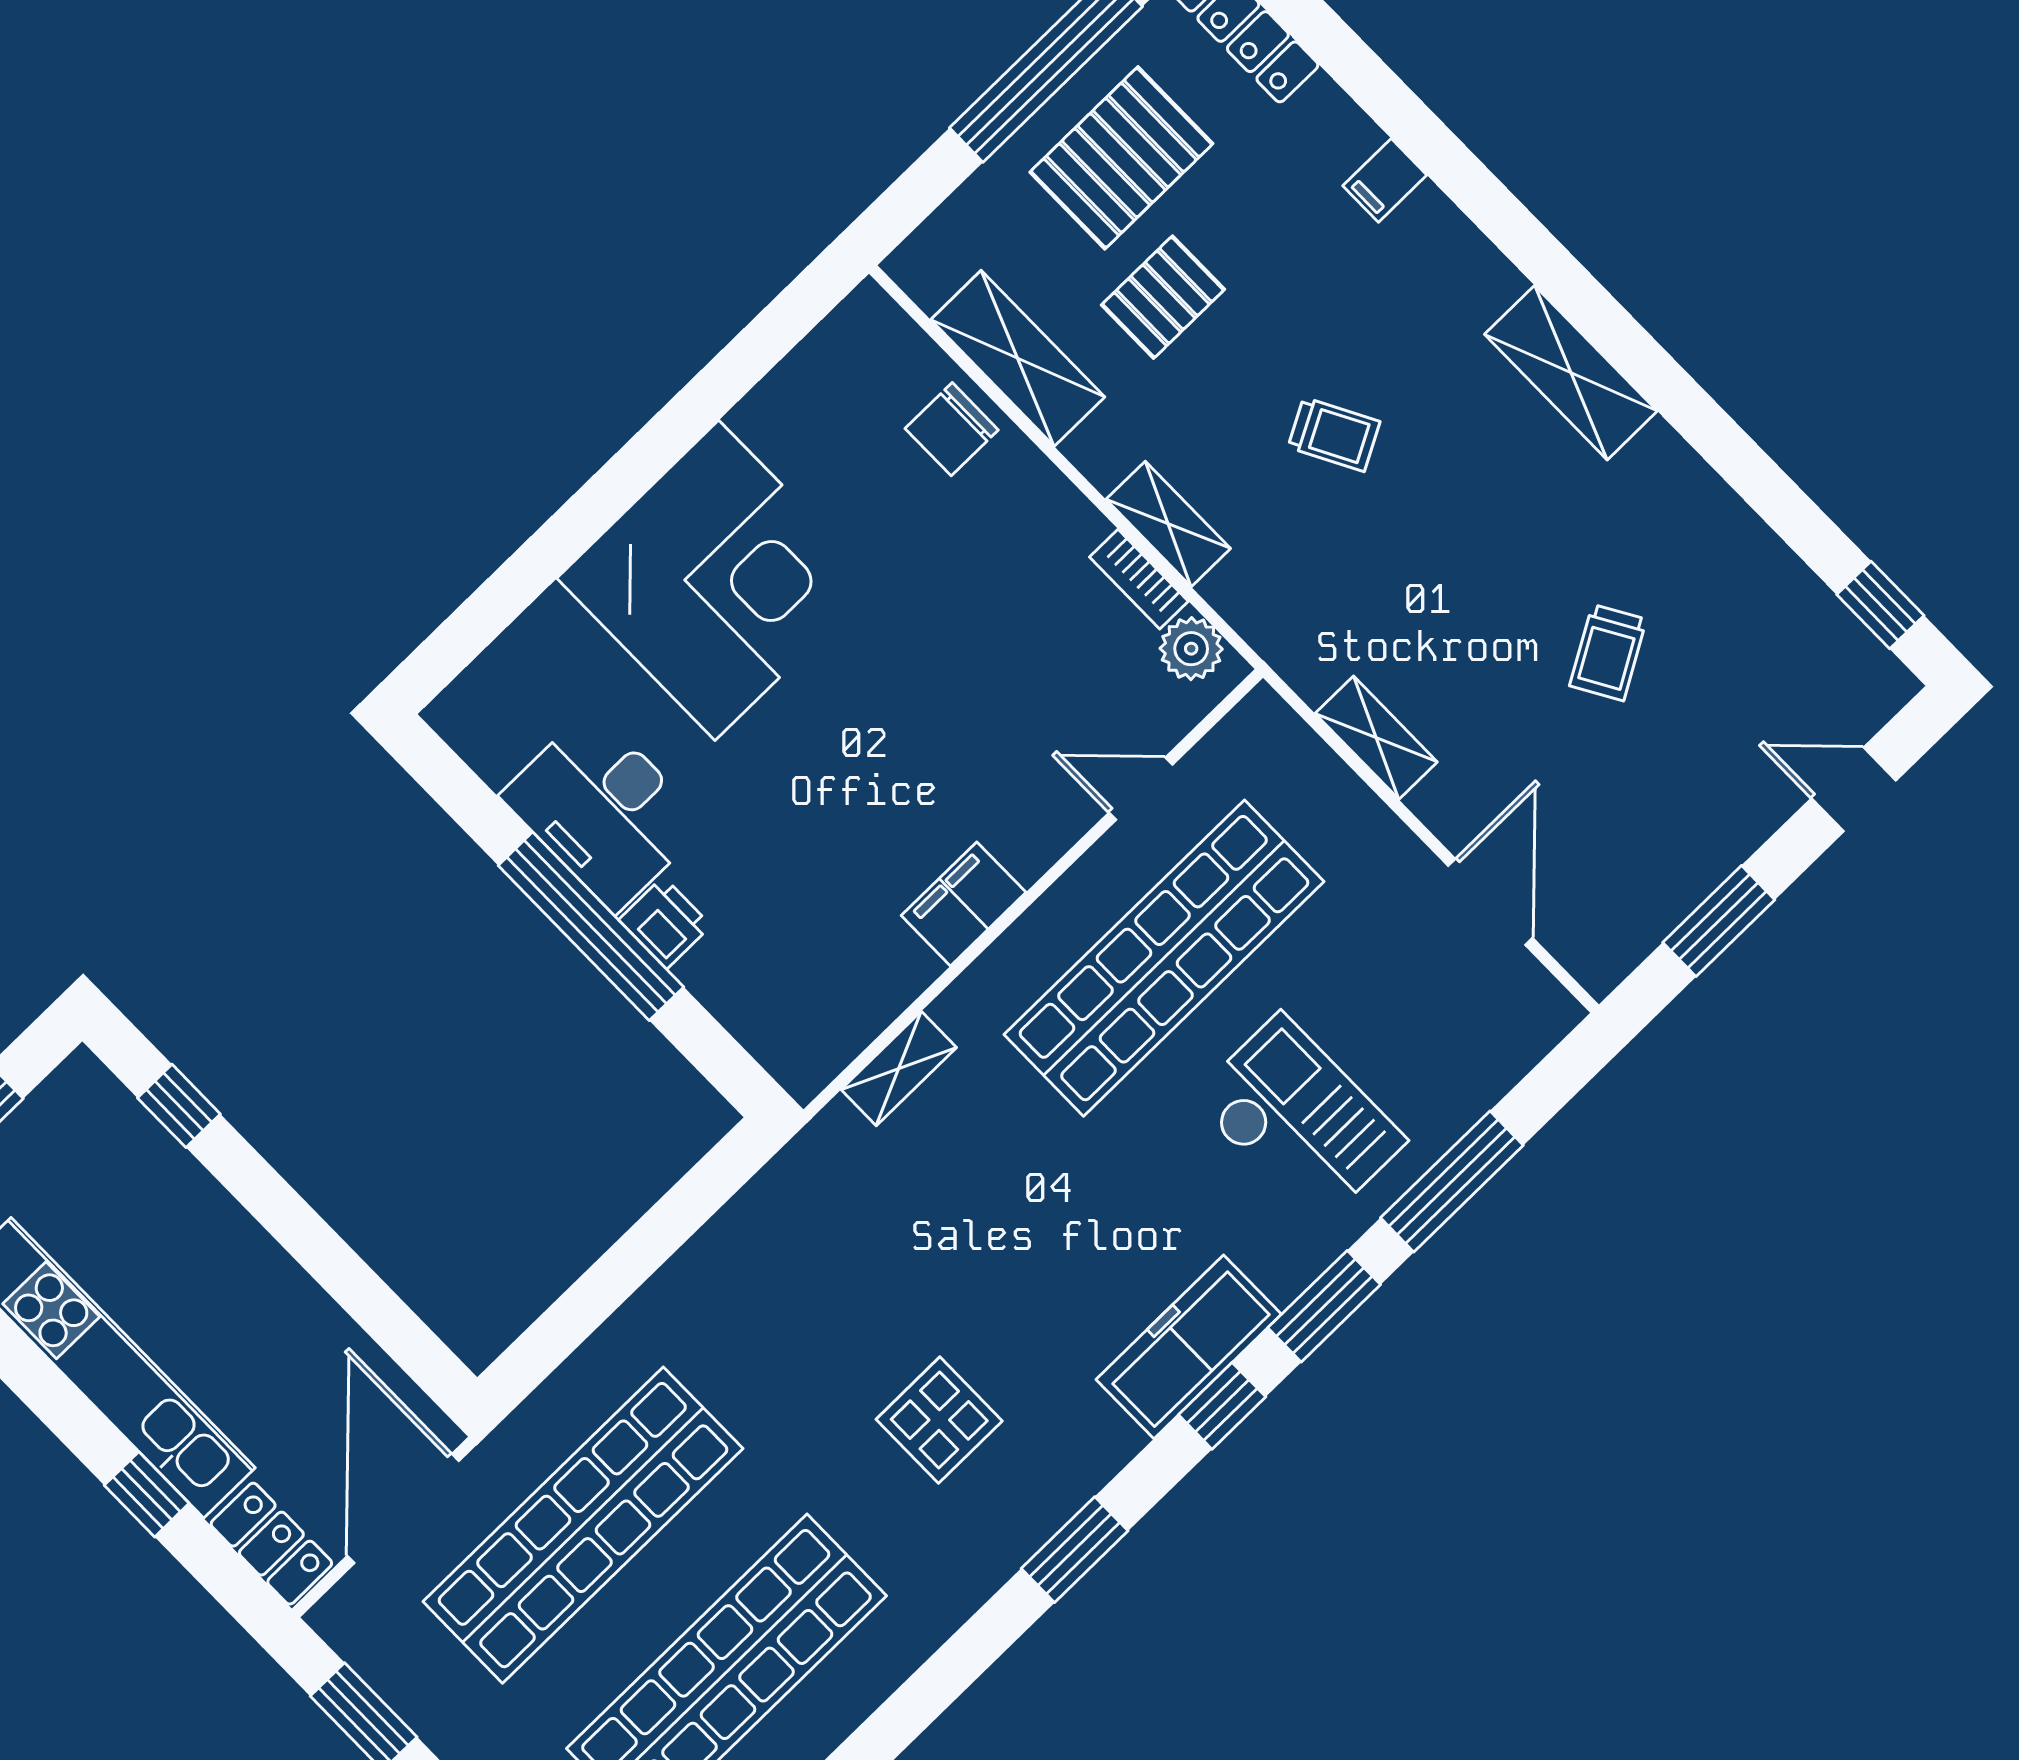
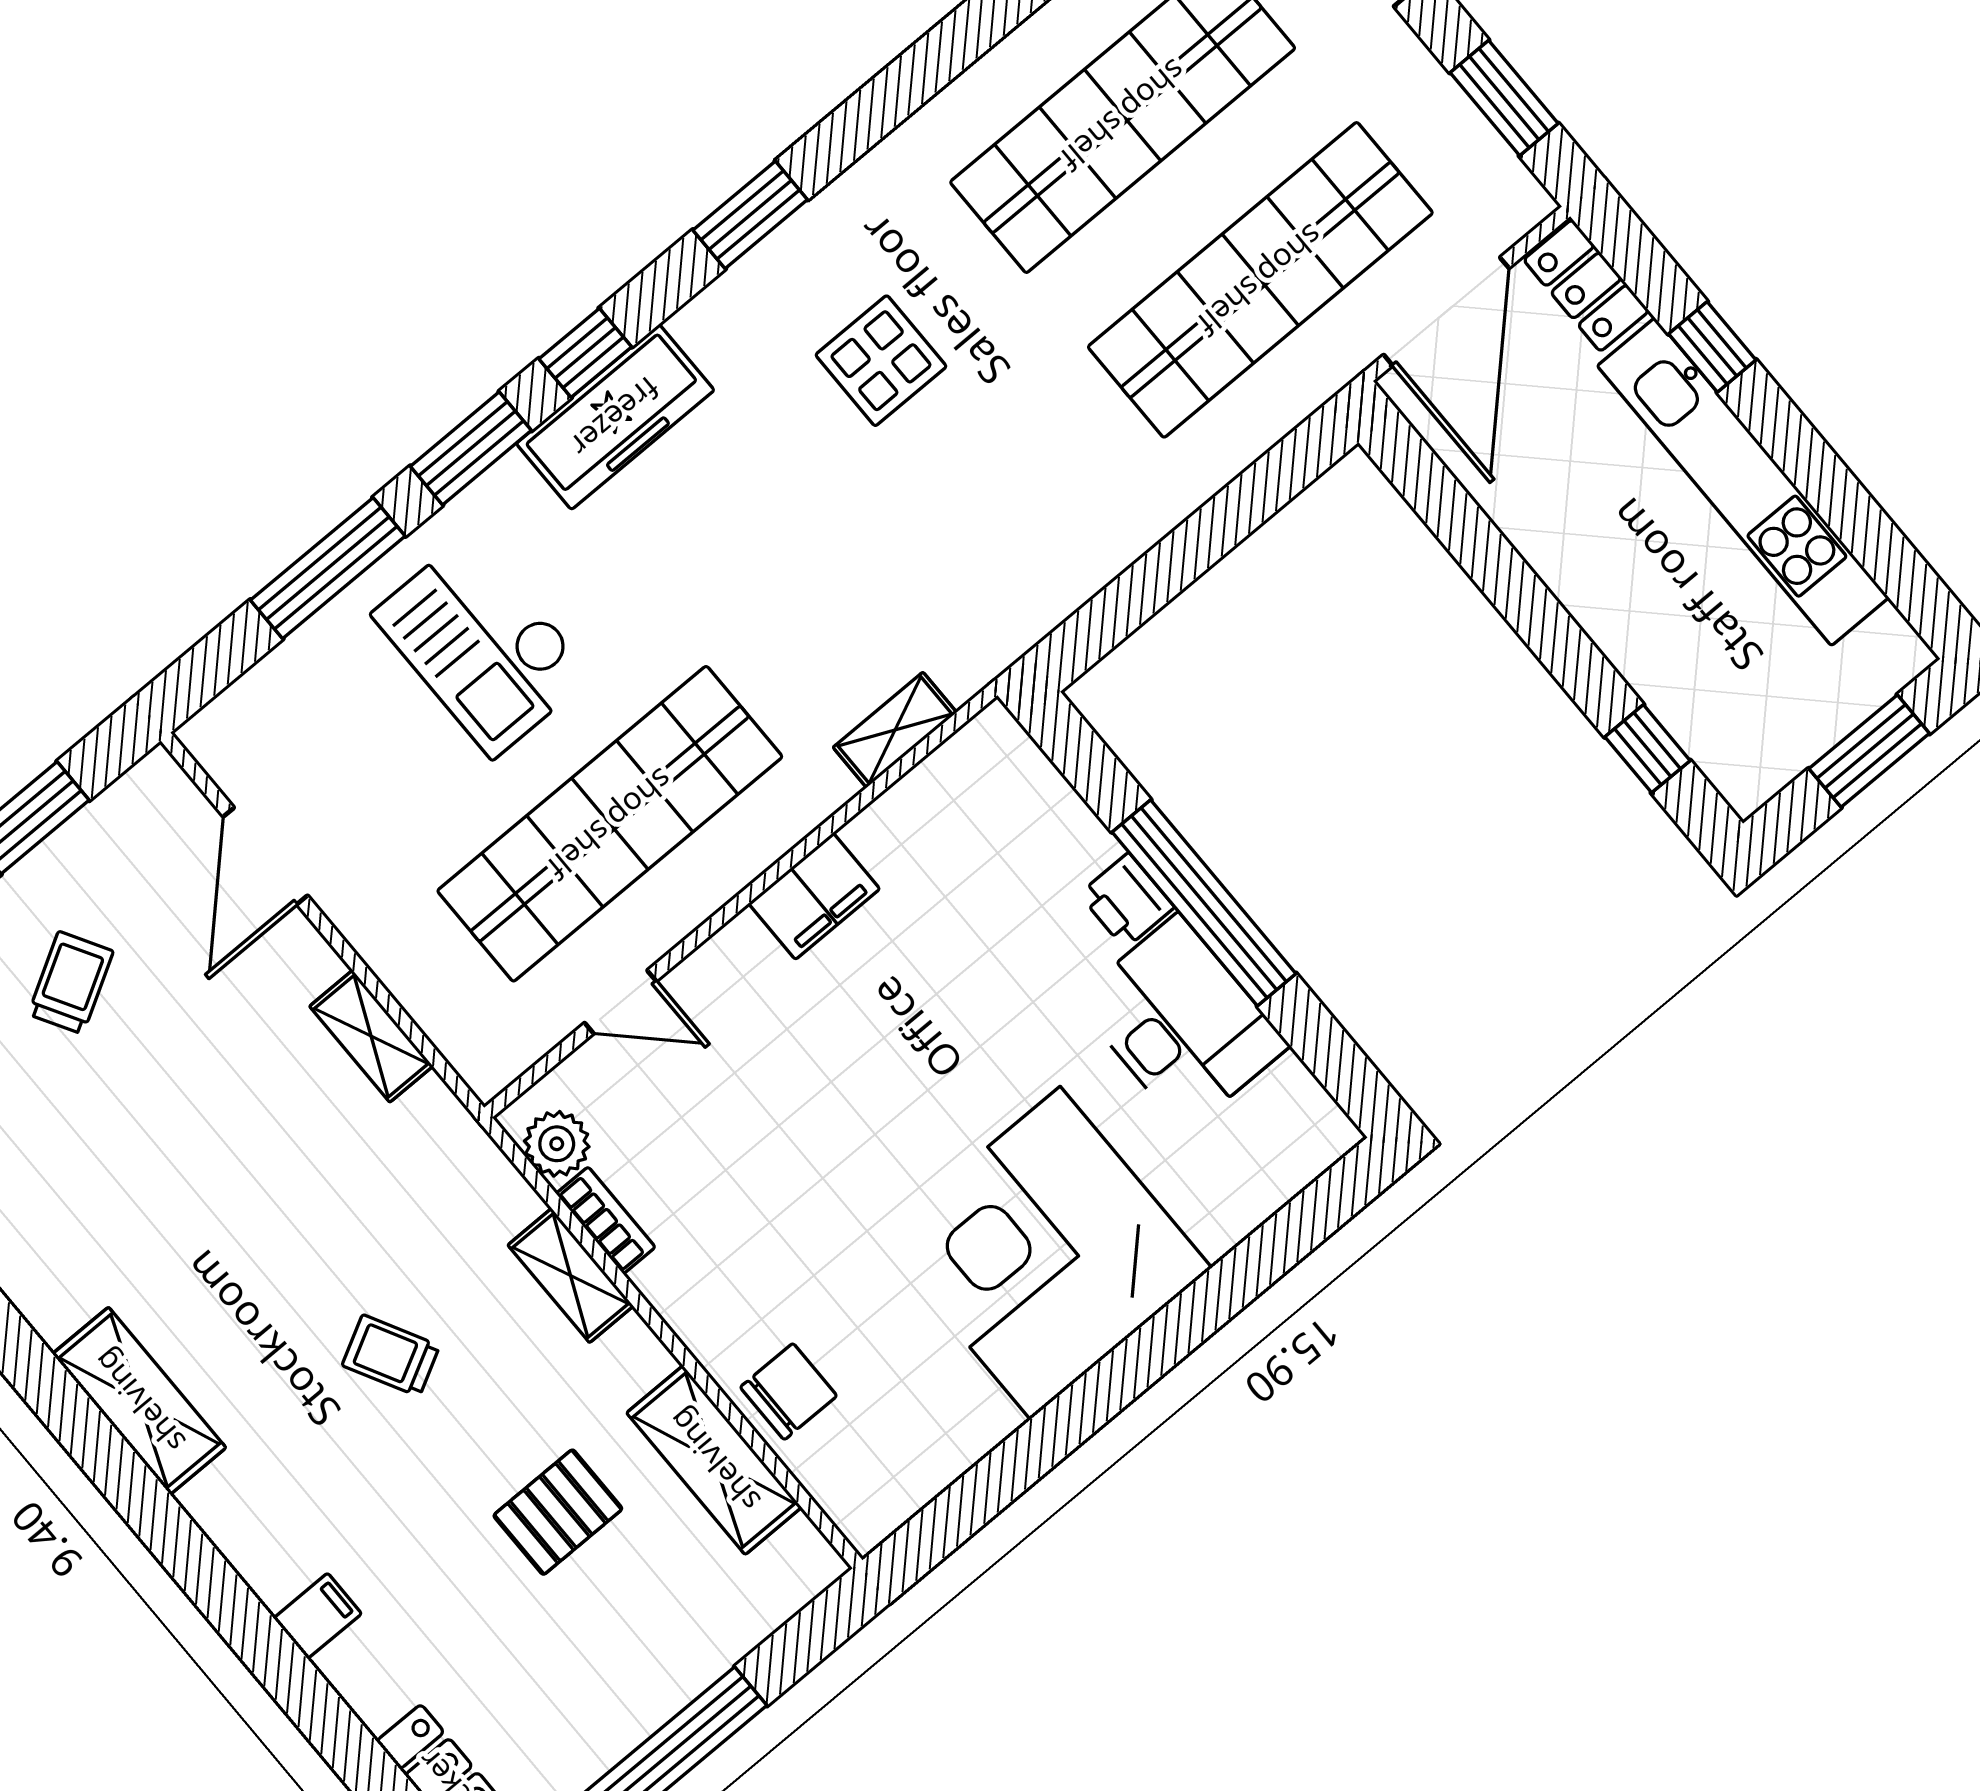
pallet: (1121, 158) -> (590, 1661), removed
trolley: (1608, 653) -> (71, 983), moved

